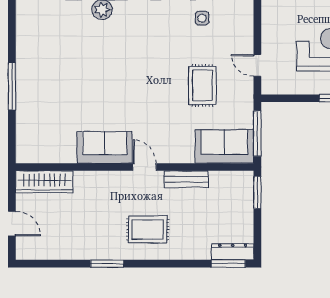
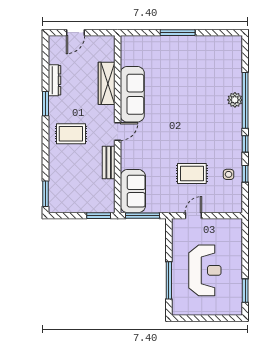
rug: (202, 85) -> (192, 174), moved
sofa: (105, 147) -> (132, 94), width x1.36
wardrobe: (44, 182) -> (107, 83), moved
rug: (148, 230) -> (71, 134), turned 90
dresser: (233, 252) -> (54, 80), moved

